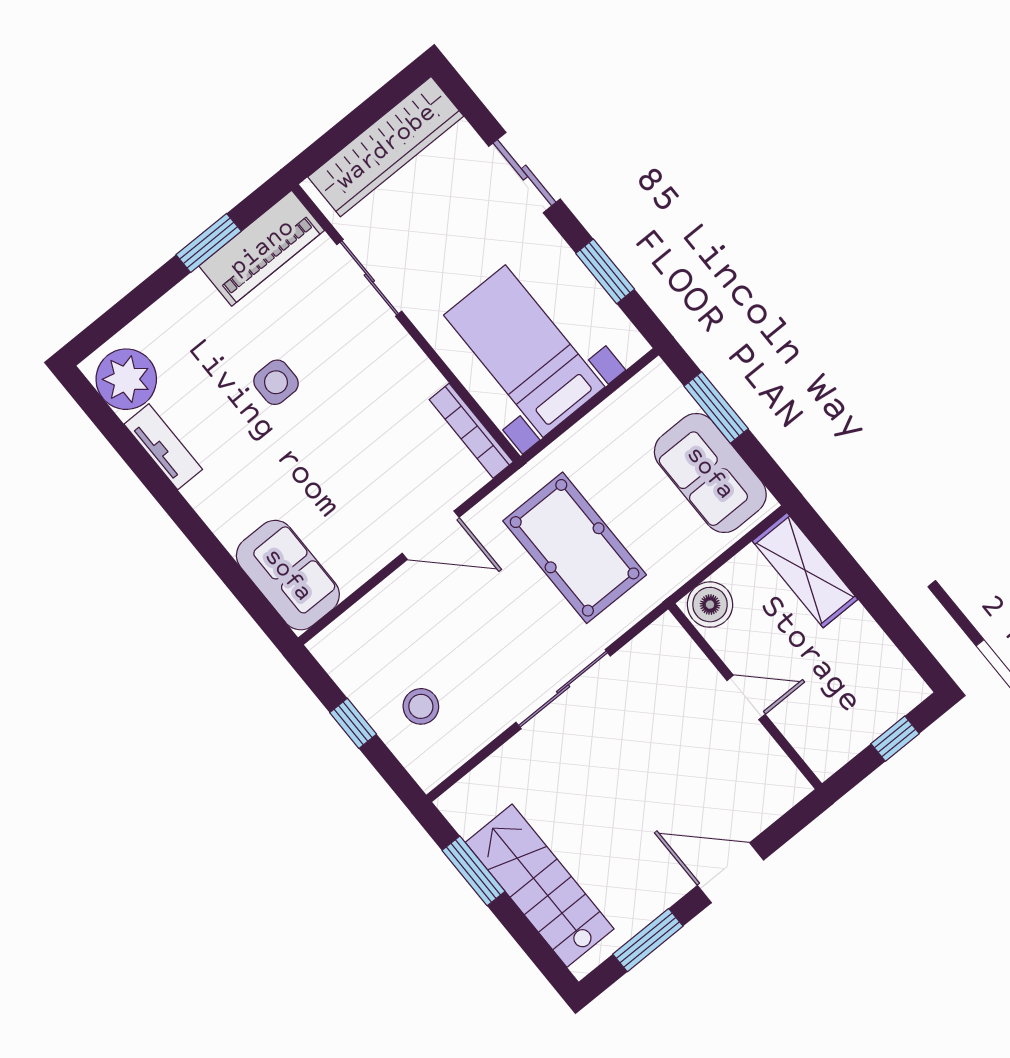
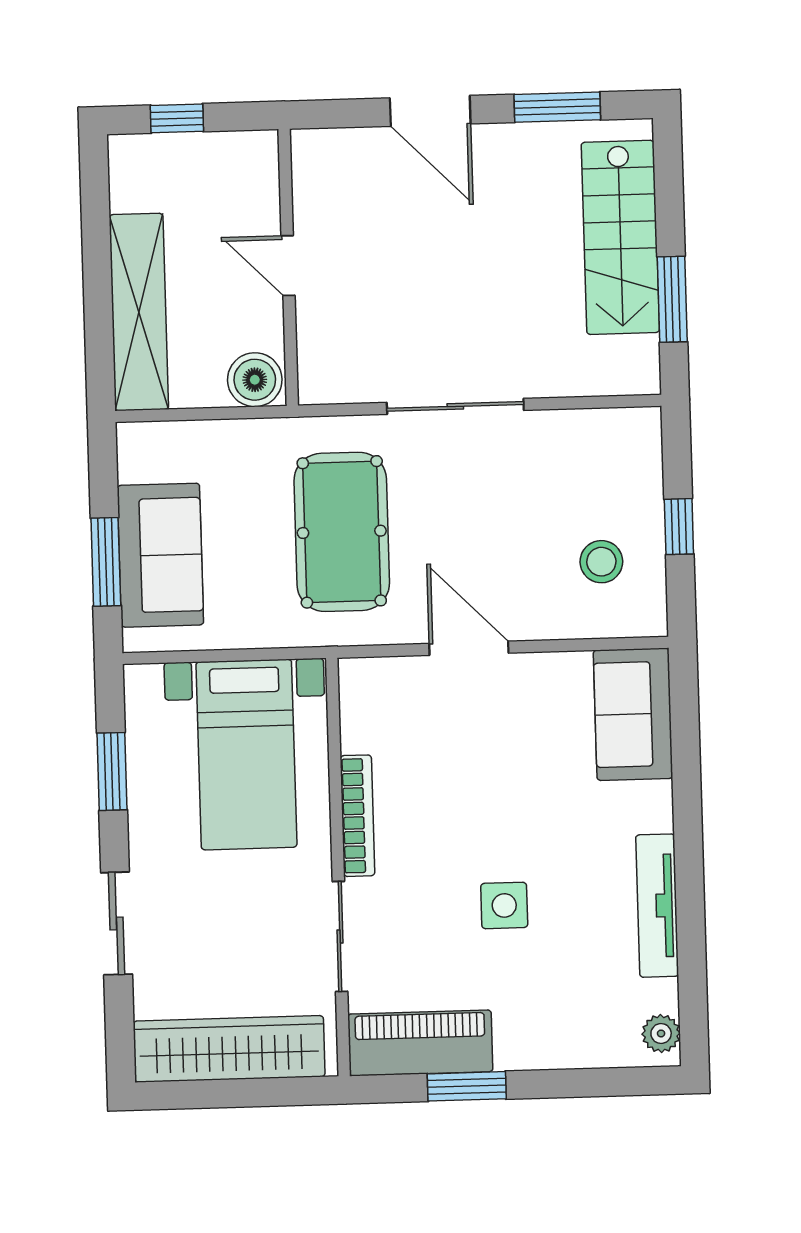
plant: (126, 379) -> (661, 1034), width x0.53, depth x0.53
bookcase: (471, 431) -> (357, 816), moved
tv unit: (163, 447) -> (657, 906), width x1.41
sofa: (710, 473) -> (160, 555), moved
shelving: (805, 570) -> (139, 312), width x1.47
stool: (421, 706) -> (601, 562), moved

